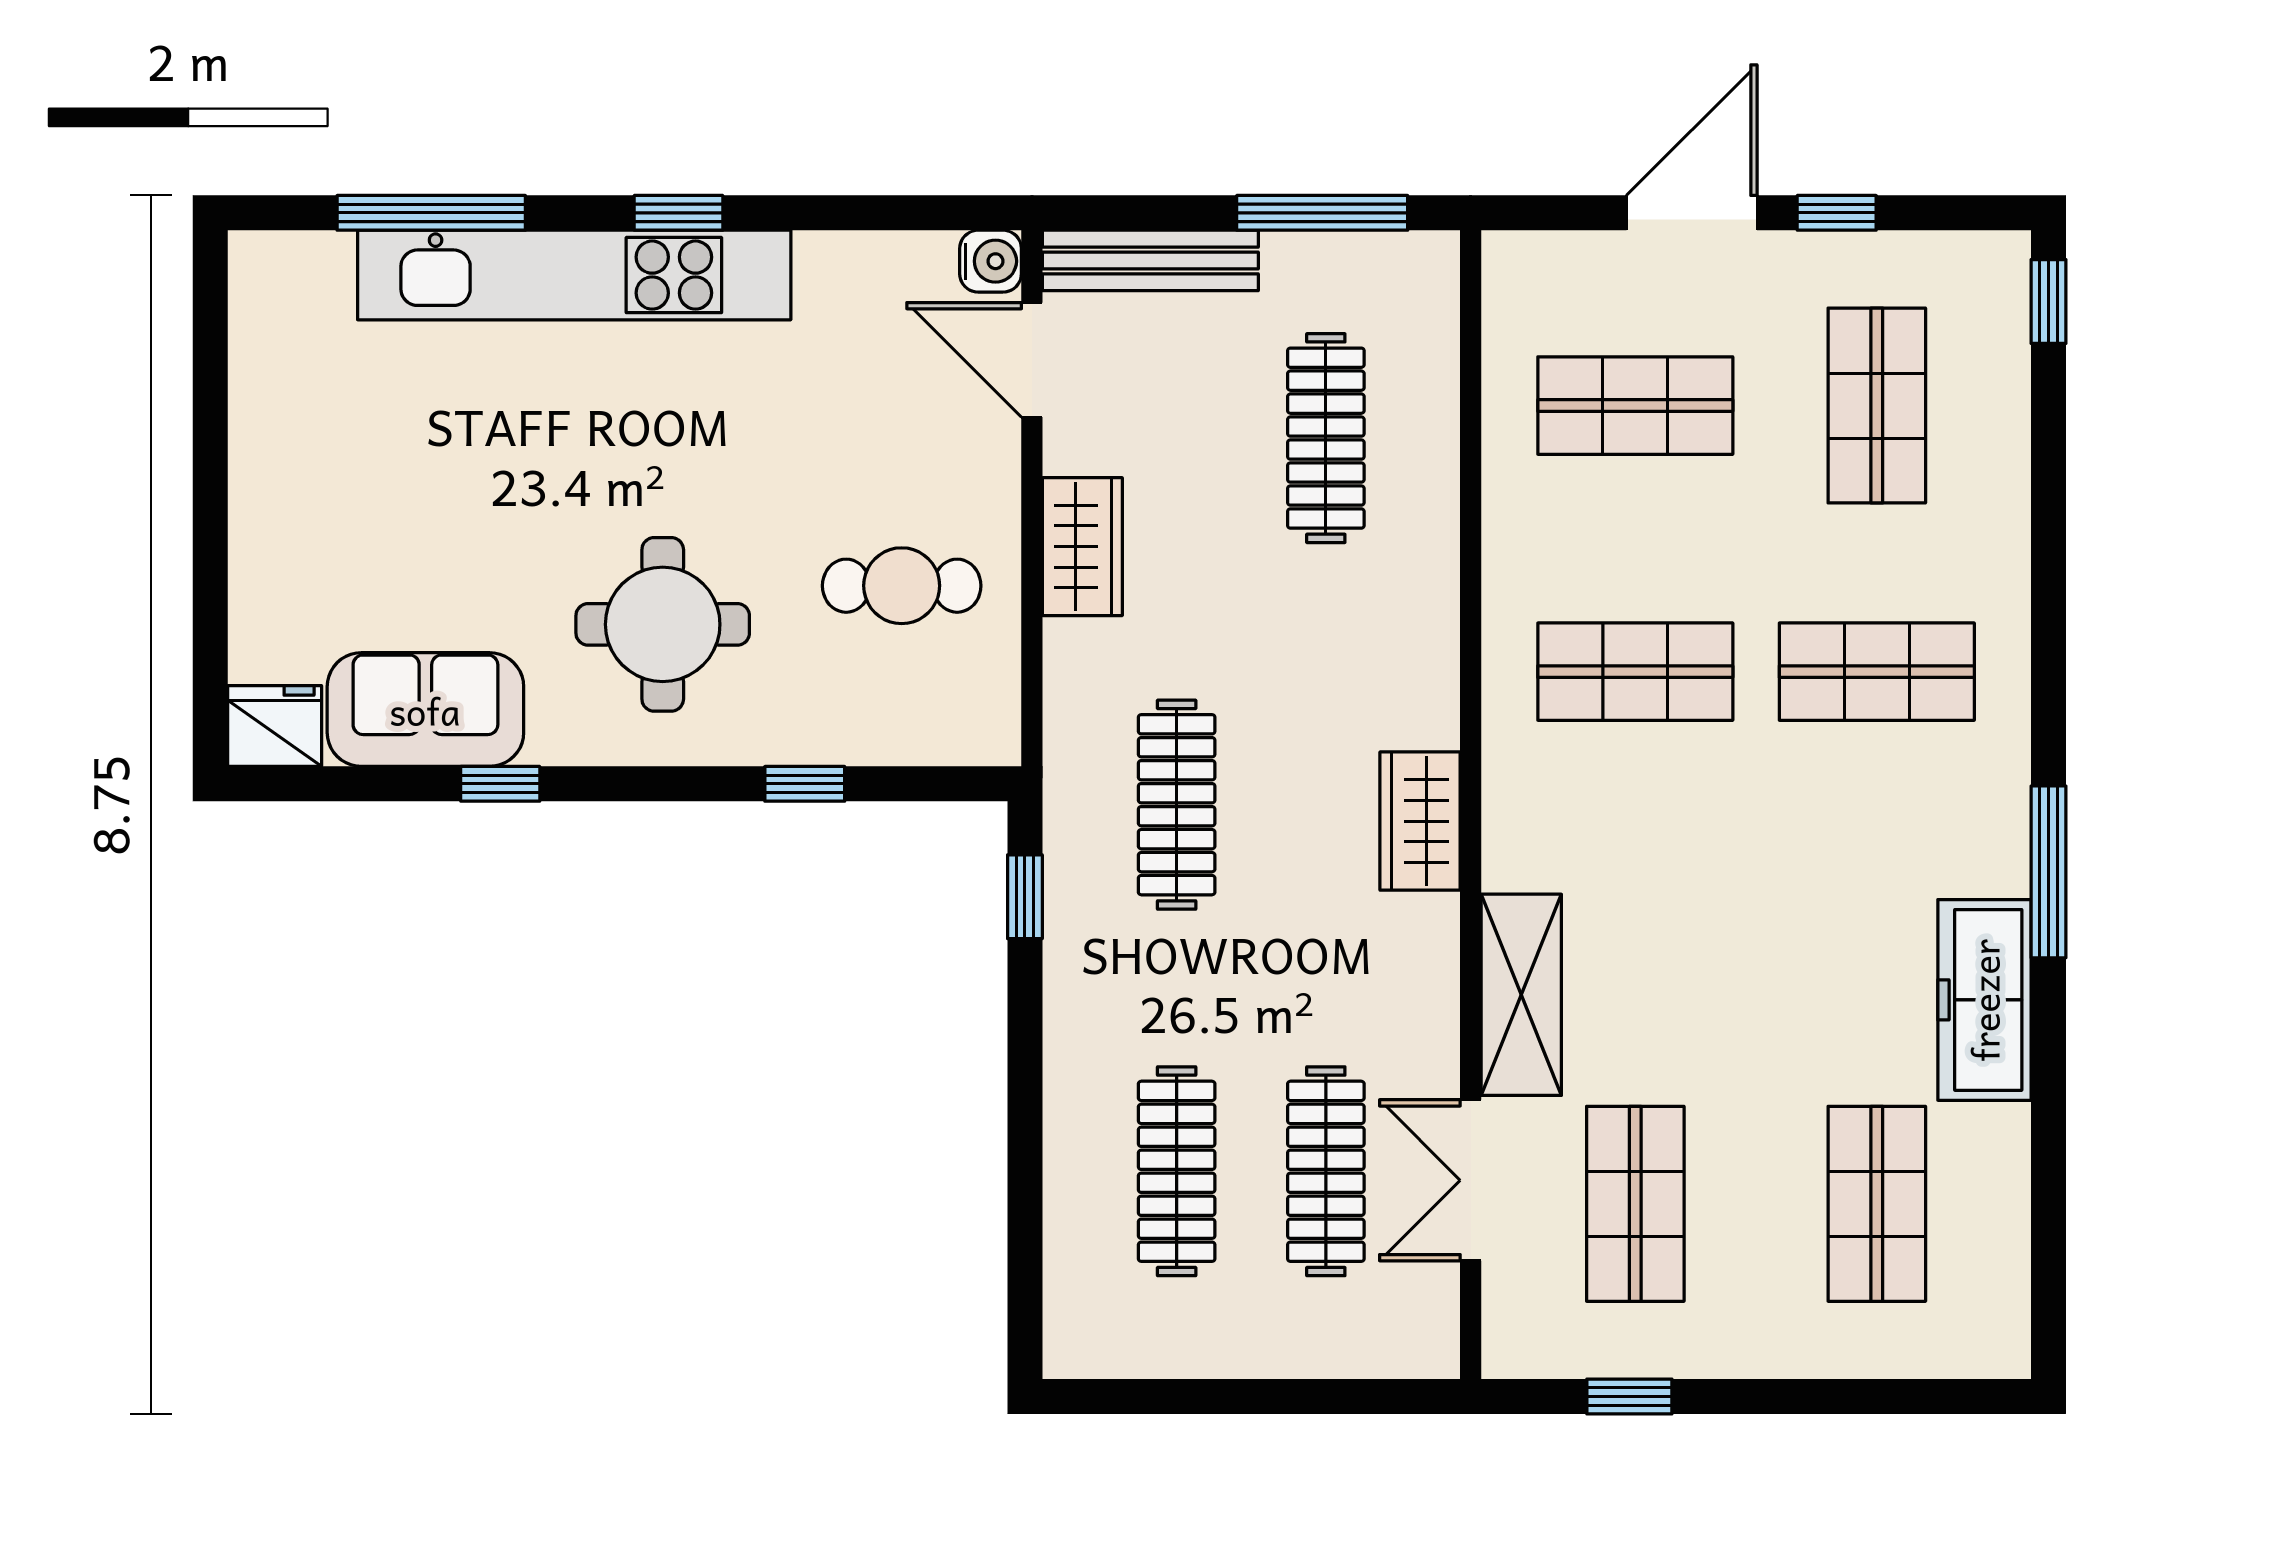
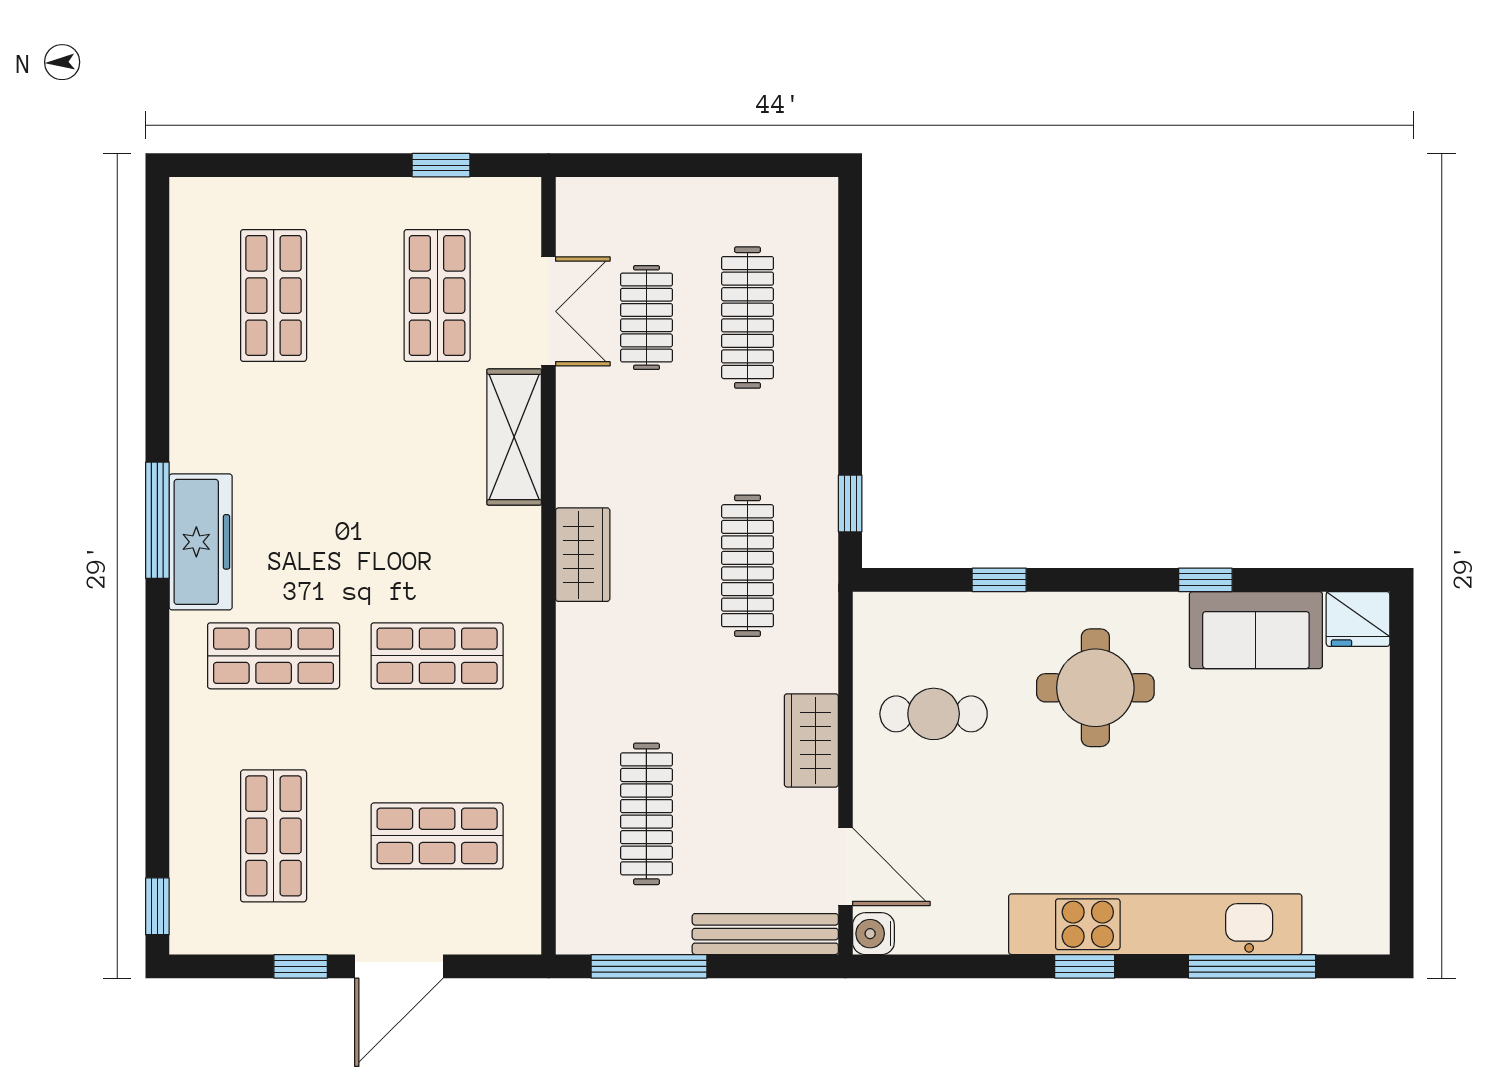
freezer: (1984, 1000) -> (201, 542), moved
clothes rail: (1326, 1171) -> (646, 318), width x0.73

